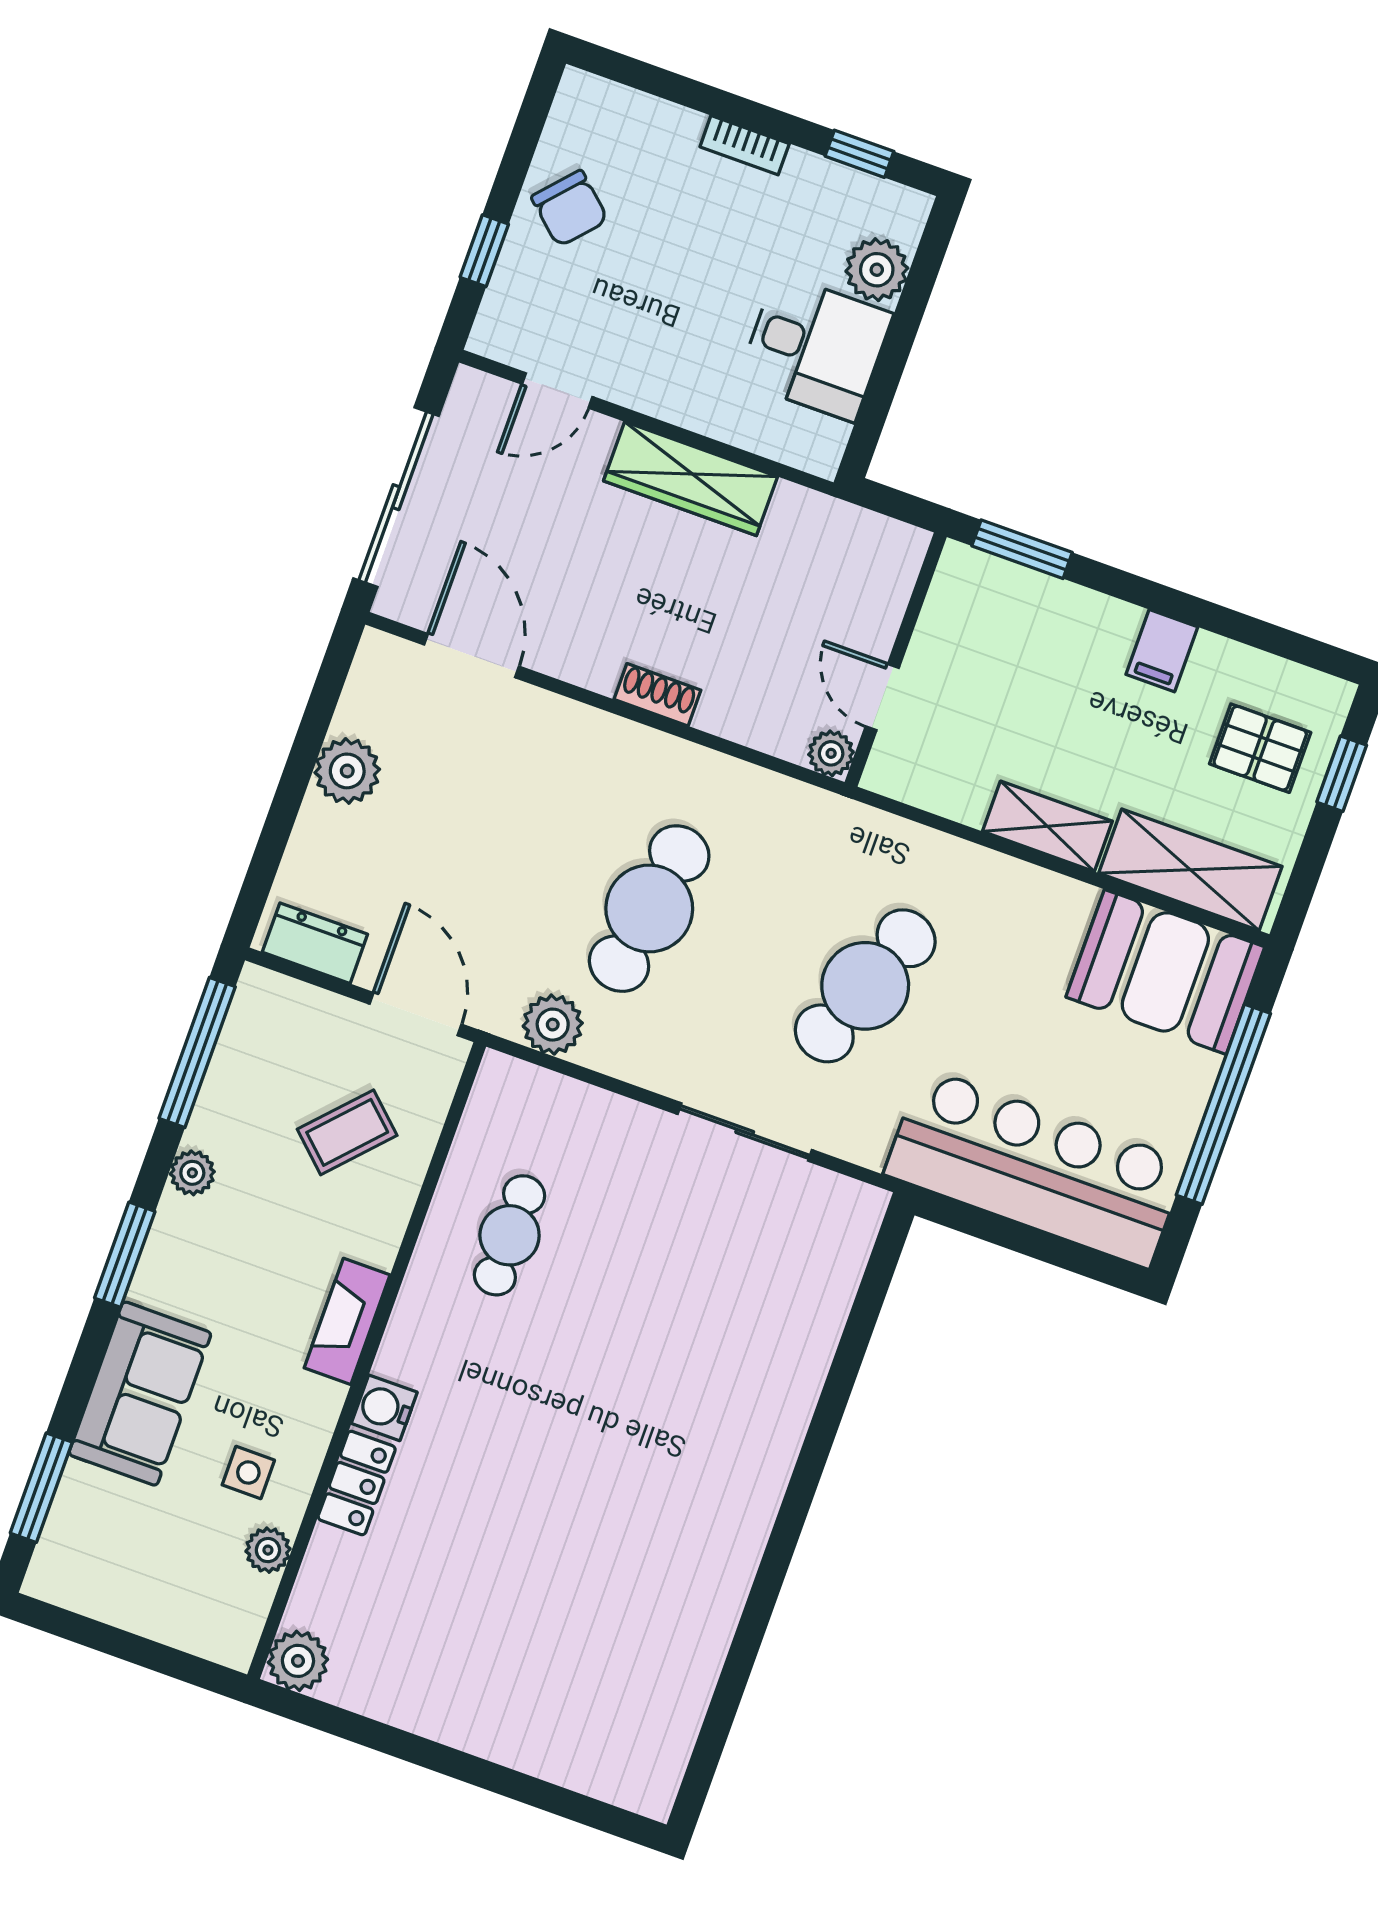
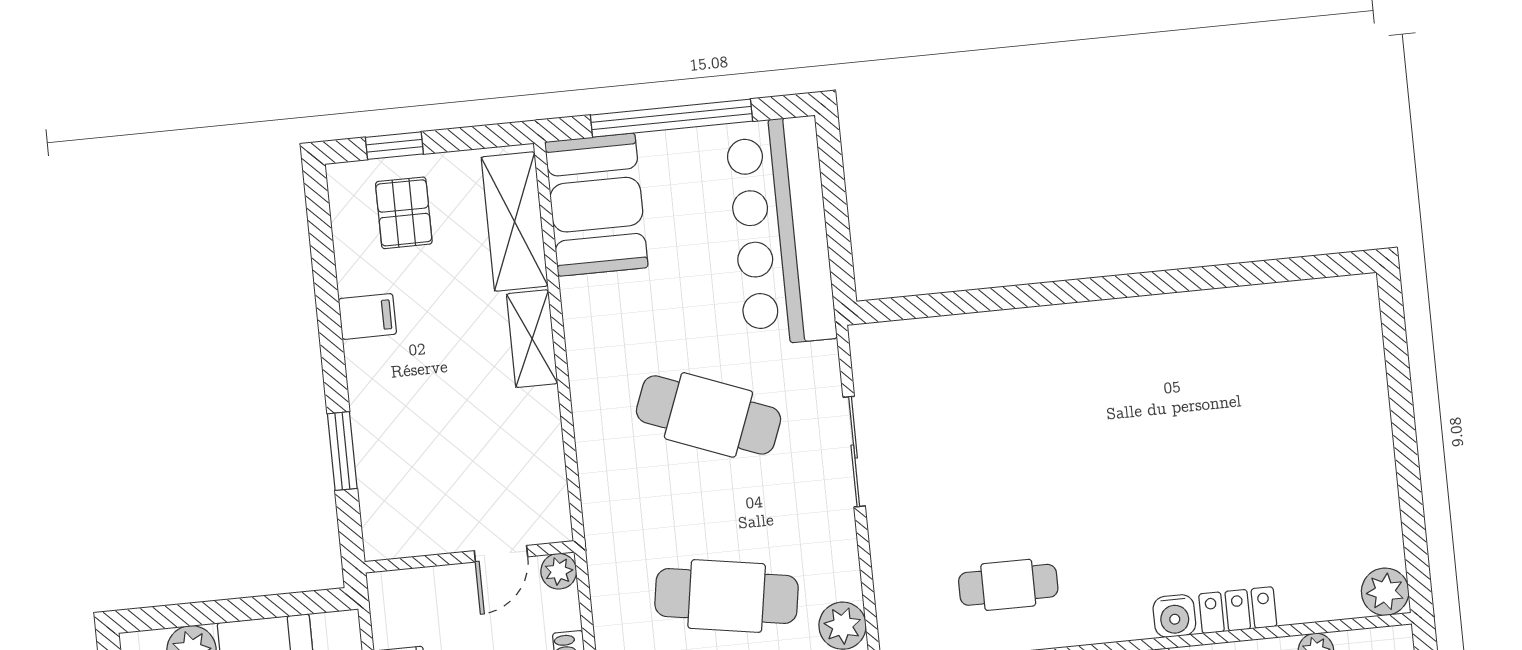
wall: (896, 660) -> (470, 557), moved
door: (882, 697) -> (501, 554), moved
plant: (831, 753) -> (559, 571), moved

